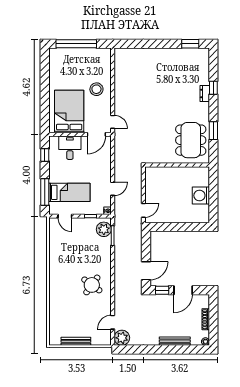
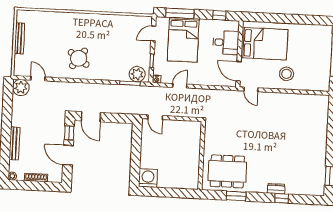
door: (113, 122) -> (251, 89), hinge flipped
door: (113, 189) -> (180, 86), swing flipped
bed: (69, 192) -> (183, 40), width x1.50
washing machine: (201, 196) -> (148, 178), moved

